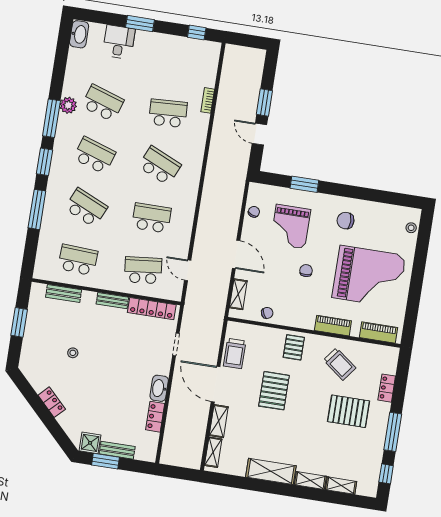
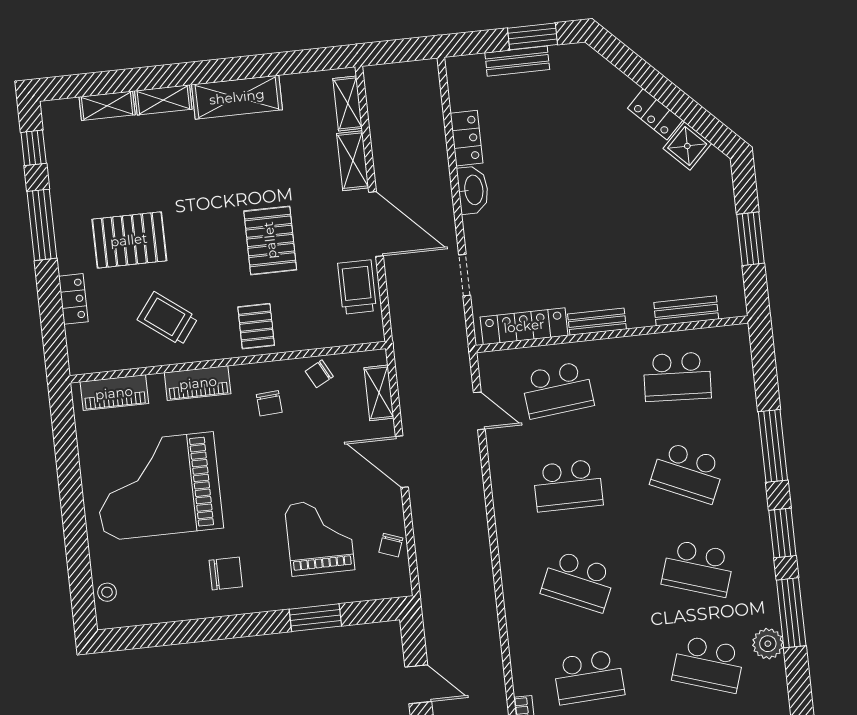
chair: (306, 271) -> (269, 403), moved
stool: (73, 353) -> (642, 211), removed
shower: (90, 443) -> (687, 146), moved, turned 45

